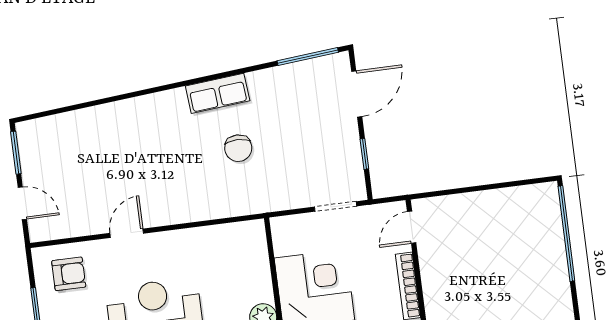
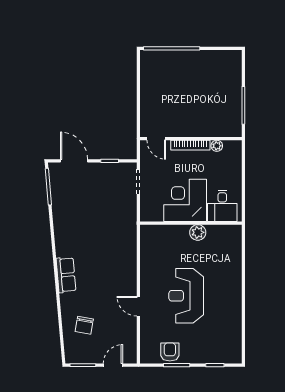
row of seats: (218, 93) -> (66, 275), moved
chair: (238, 148) -> (84, 325), moved, turned 100
armchair: (69, 274) -> (170, 352), moved

